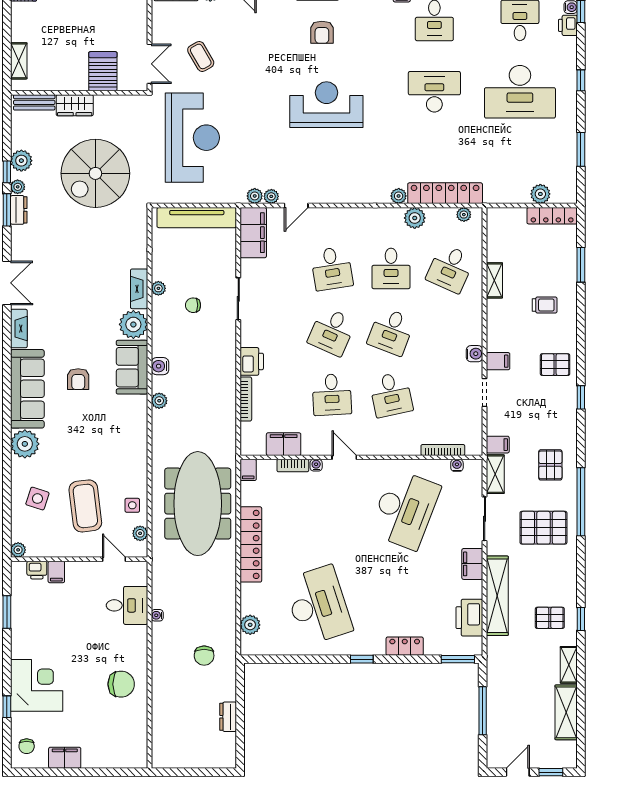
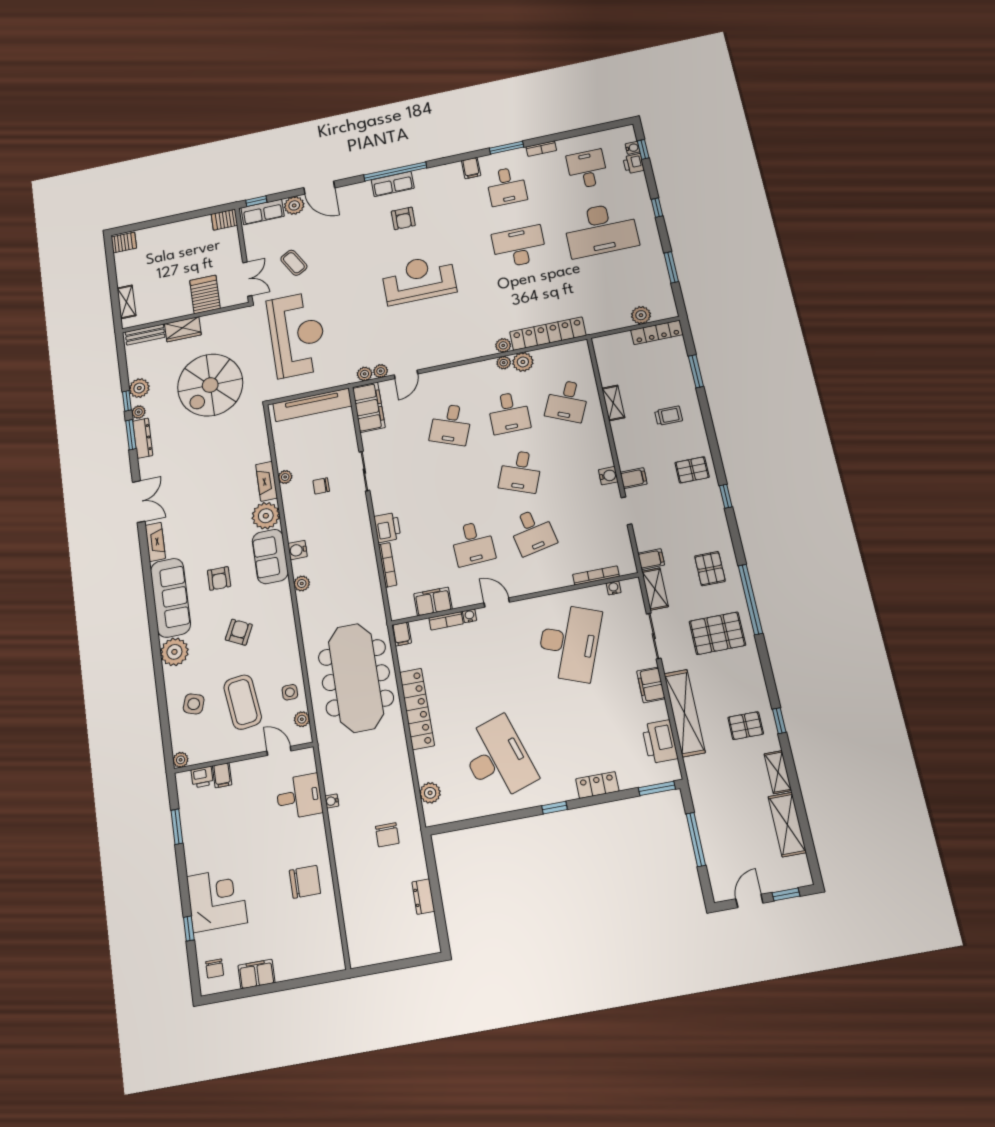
dresser: (19, 210) -> (143, 438), width x1.44
plant: (464, 215) -> (504, 363), moved
desk: (332, 268) -> (451, 424), turned 30
desk: (332, 331) -> (462, 483), removed
armchair: (91, 437) -> (239, 632), added

